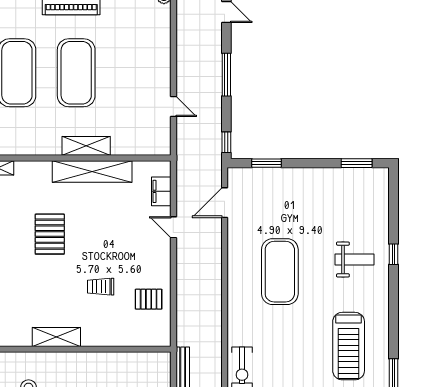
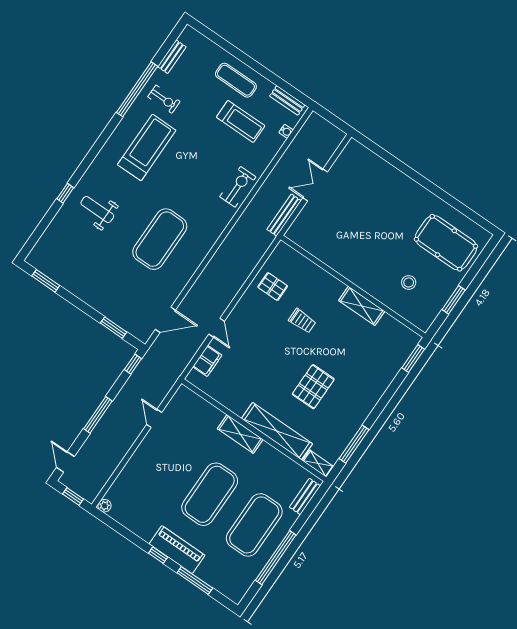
shelving: (92, 171) -> (277, 431), moved

